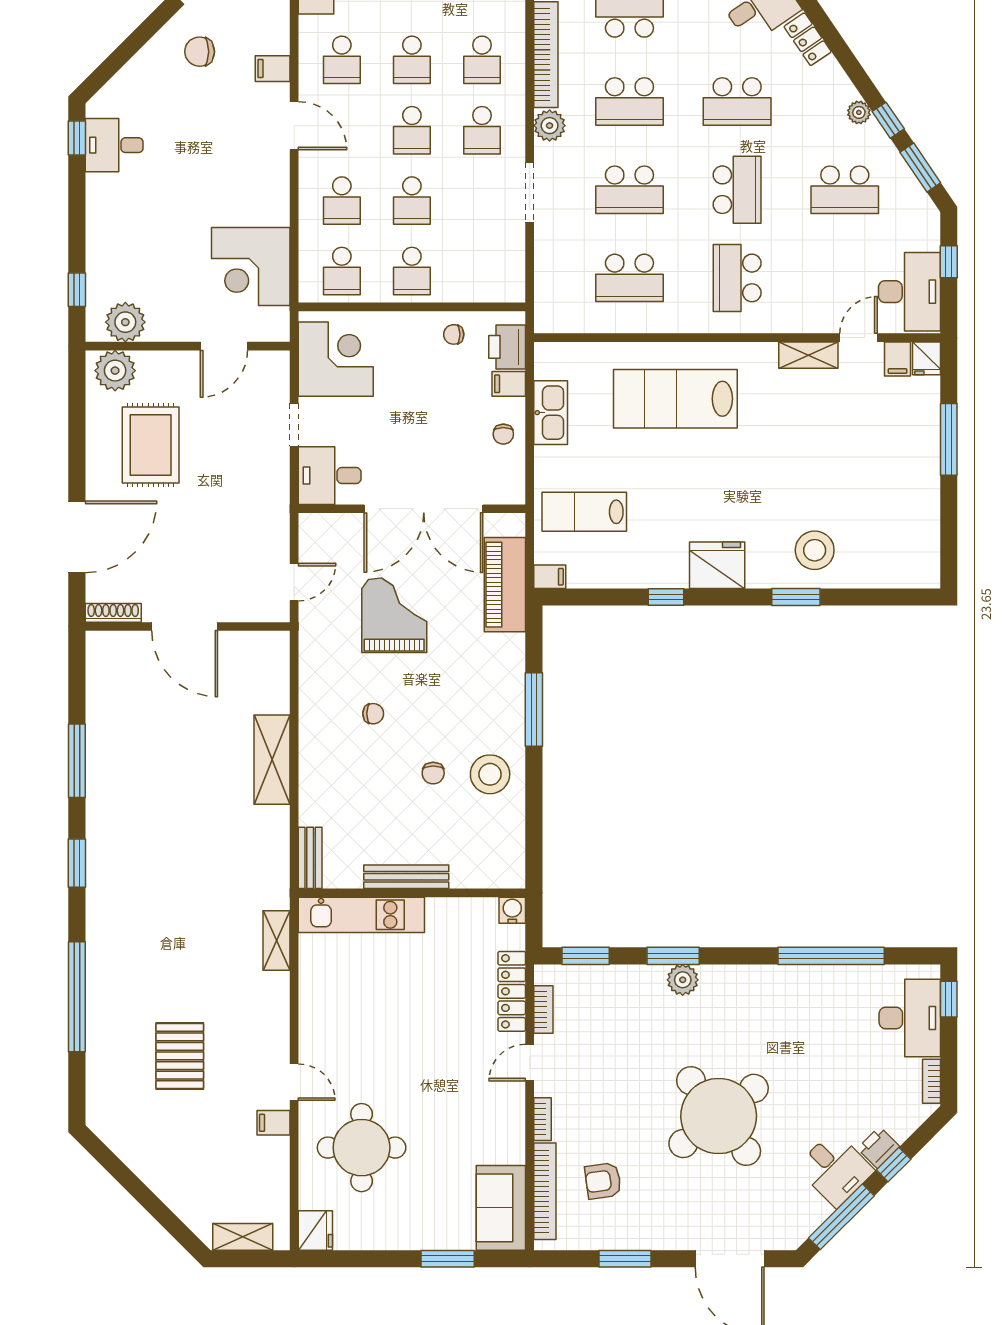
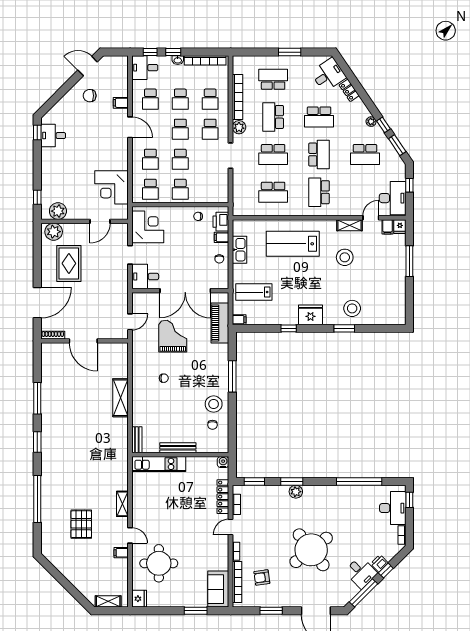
school desk: (629, 102) -> (273, 117), turned 90
stool: (797, 431) -> (345, 257), added
chair: (433, 773) -> (212, 425), moved
shelving: (277, 940) -> (122, 504), moved

